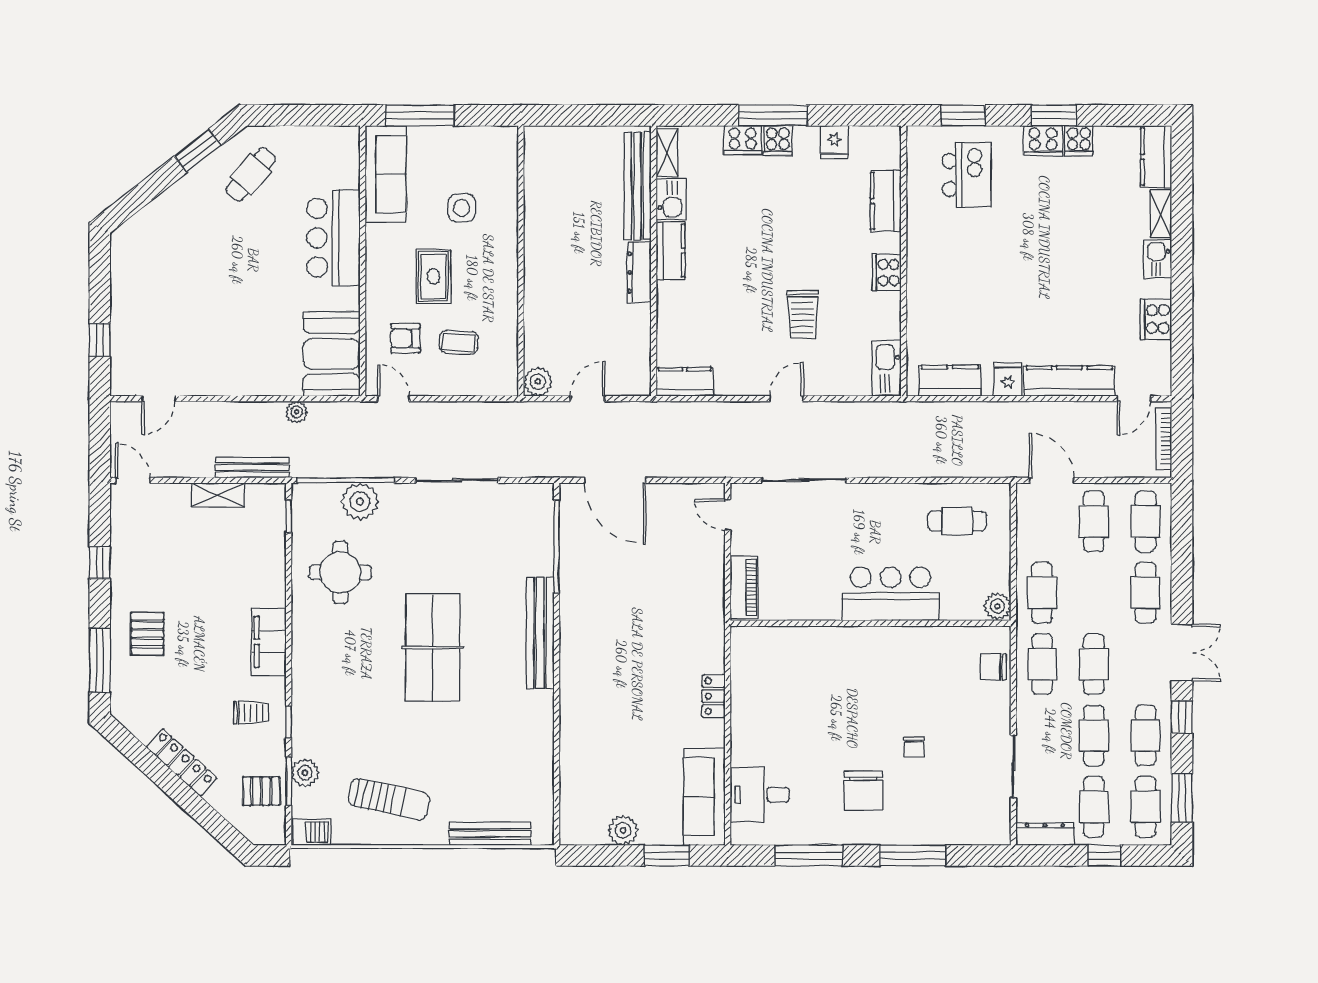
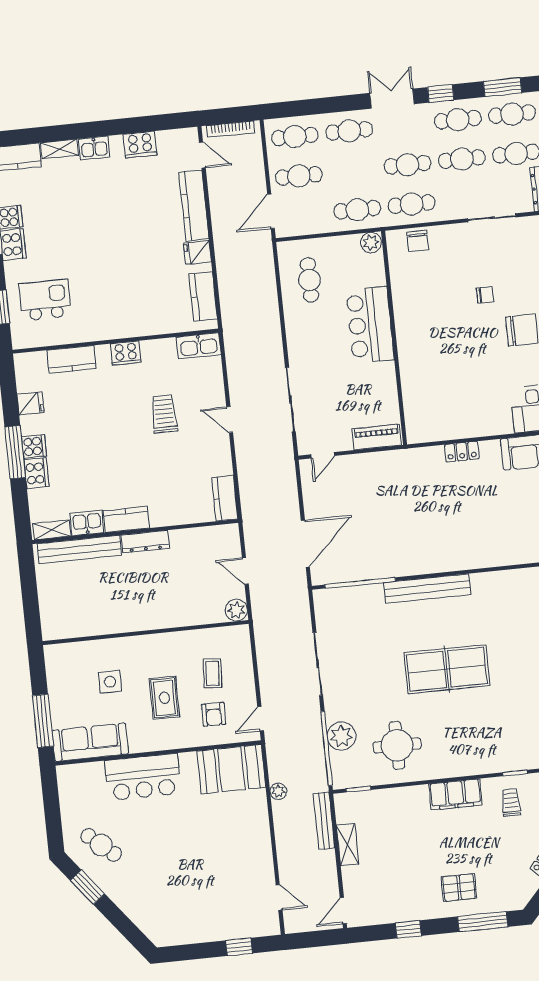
rug: (433, 276) -> (164, 698), turned 90
trolley: (802, 314) -> (164, 414), turned -90

